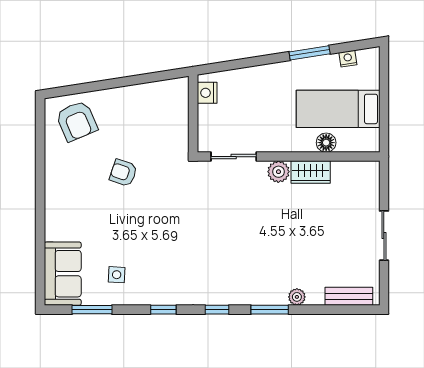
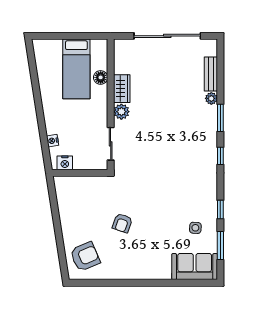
window: (310, 53) -> (36, 89), removed
nightstand: (348, 59) -> (53, 141), moved
sliding door: (384, 236) -> (167, 36), width x1.86
bench: (349, 296) -> (211, 74), moved
window: (163, 310) -> (220, 209), moved

